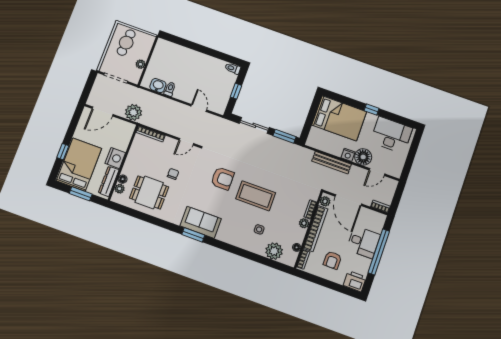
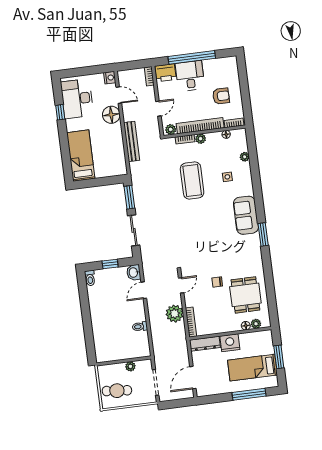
washbasin: (158, 86) -> (134, 272), moved
window: (372, 110) -> (60, 112), moved
door: (103, 111) -> (193, 378), swing flipped
plant: (133, 112) -> (175, 314), moved
bed: (339, 118) -> (81, 156), width x0.67
door: (186, 142) -> (181, 285), hinge flipped
window: (63, 152) -> (249, 394), width x2.17
nightstand: (348, 155) -> (110, 78), moved
bed: (79, 165) -> (252, 368), width x0.67
armchair: (222, 178) -> (198, 234), removed
dresser: (109, 181) -> (205, 344), moved
coffee table: (256, 196) -> (192, 180), moved
door: (348, 200) -> (158, 109), width x0.53
sofa: (201, 222) -> (246, 215), moved
plant: (274, 251) -> (245, 157), width x0.53, depth x0.53
printer: (355, 281) -> (165, 73), moved, turned -90

